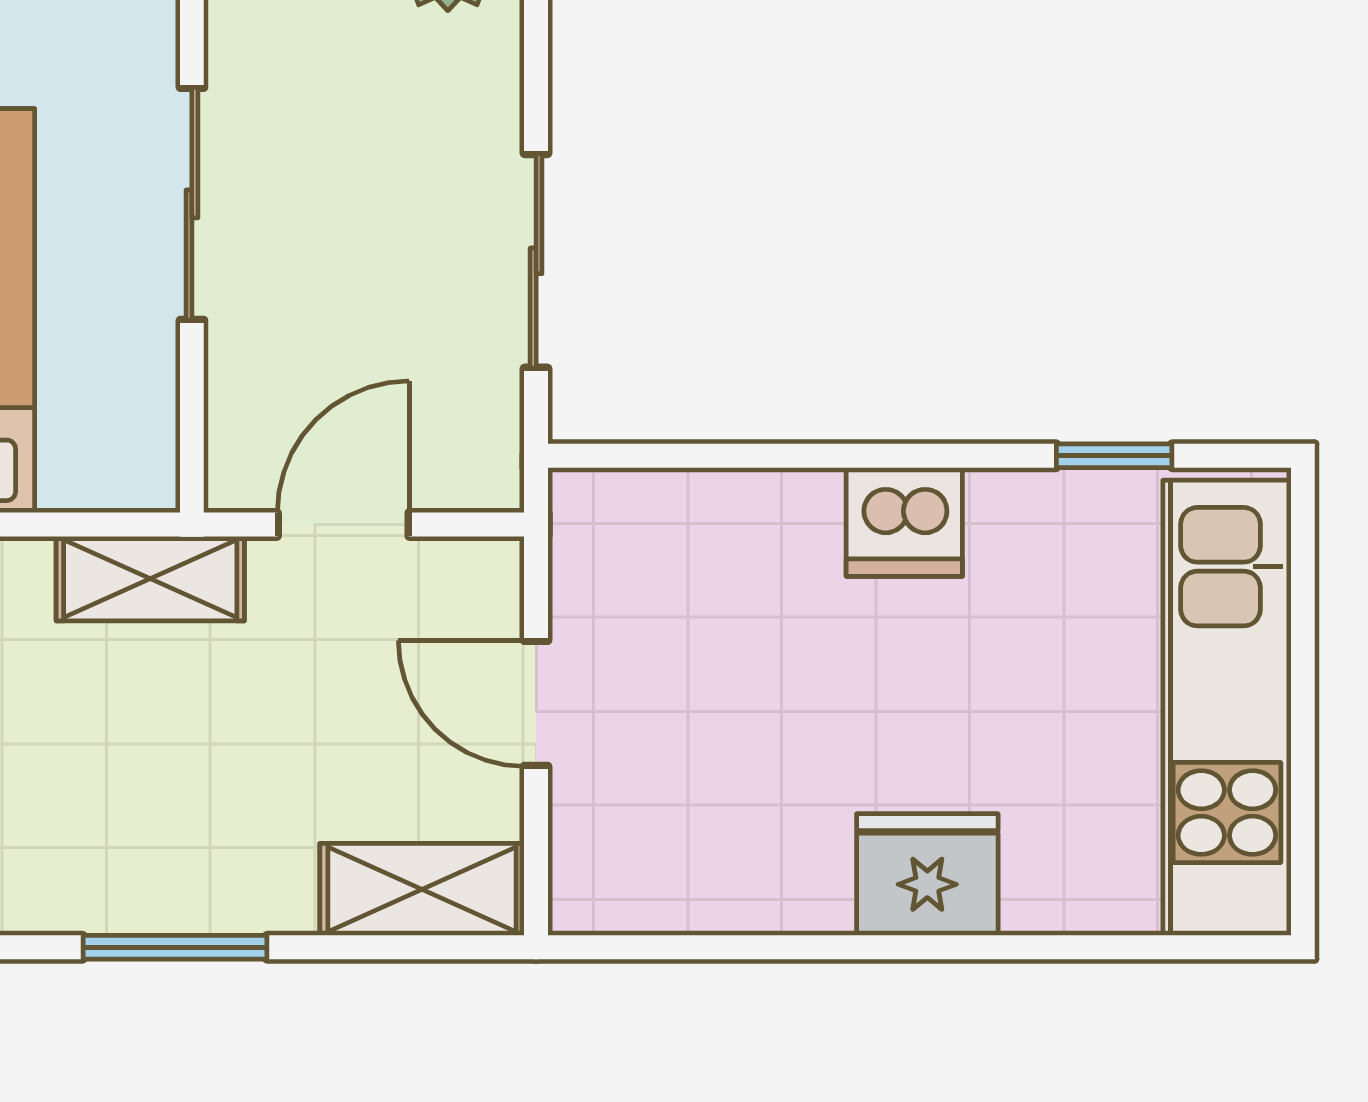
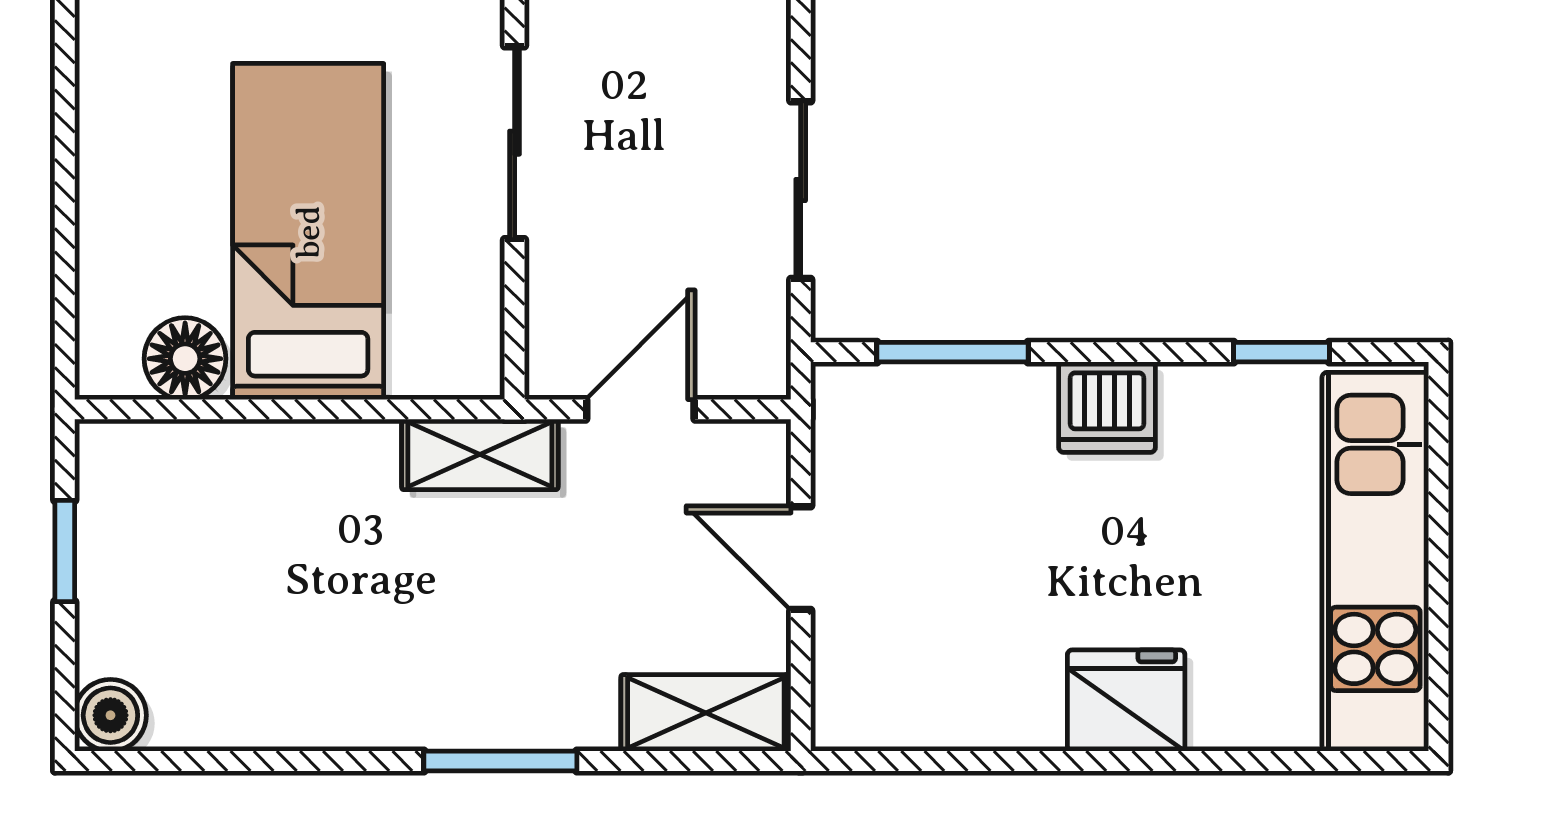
window: (719, 456) -> (953, 352), added

